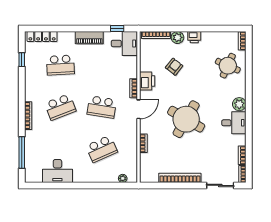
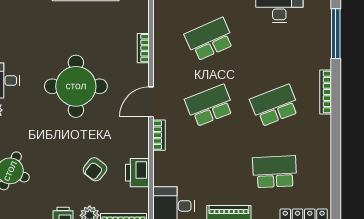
window: (22, 60) -> (336, 180), removed
printer: (147, 81) -> (137, 173), moved
school desk: (102, 107) -> (209, 105), turned -30
round table: (186, 119) -> (76, 86), turned -30

